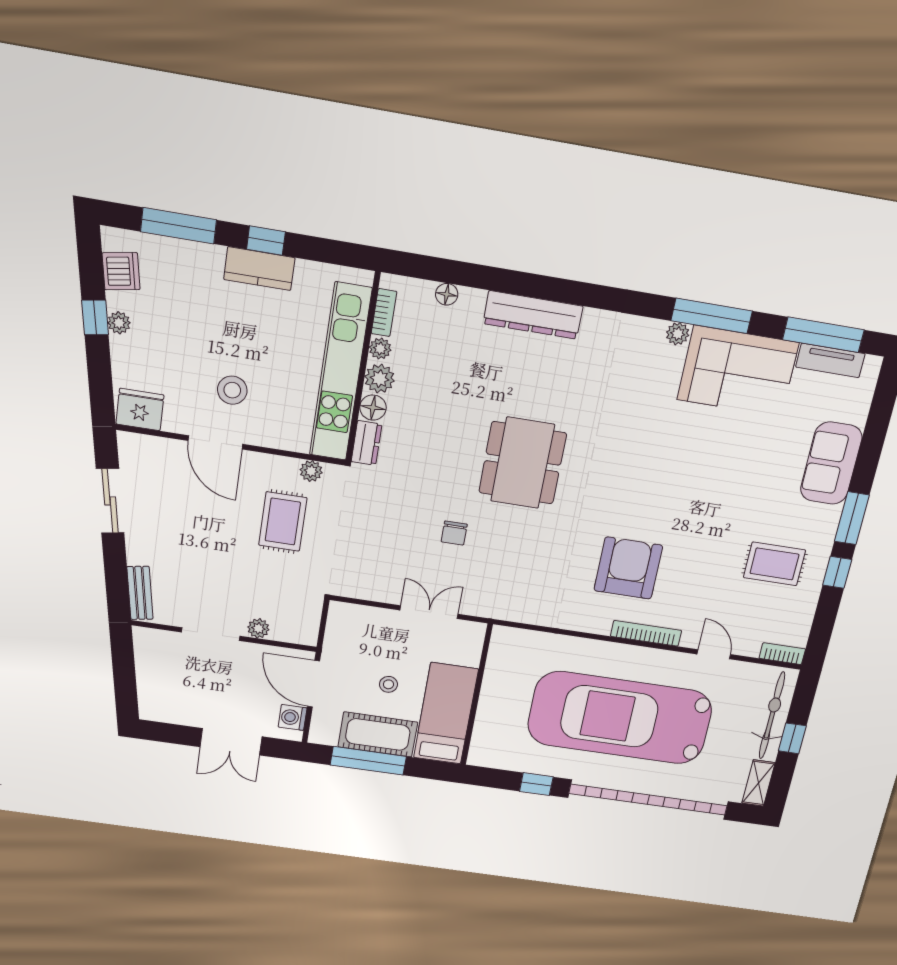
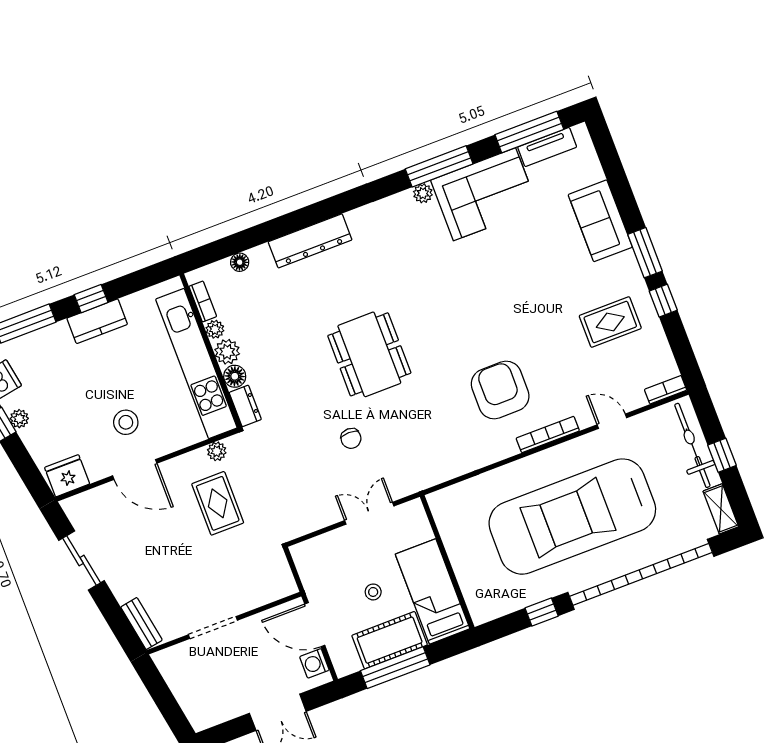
plant: (258, 628) -> (247, 602), removed

